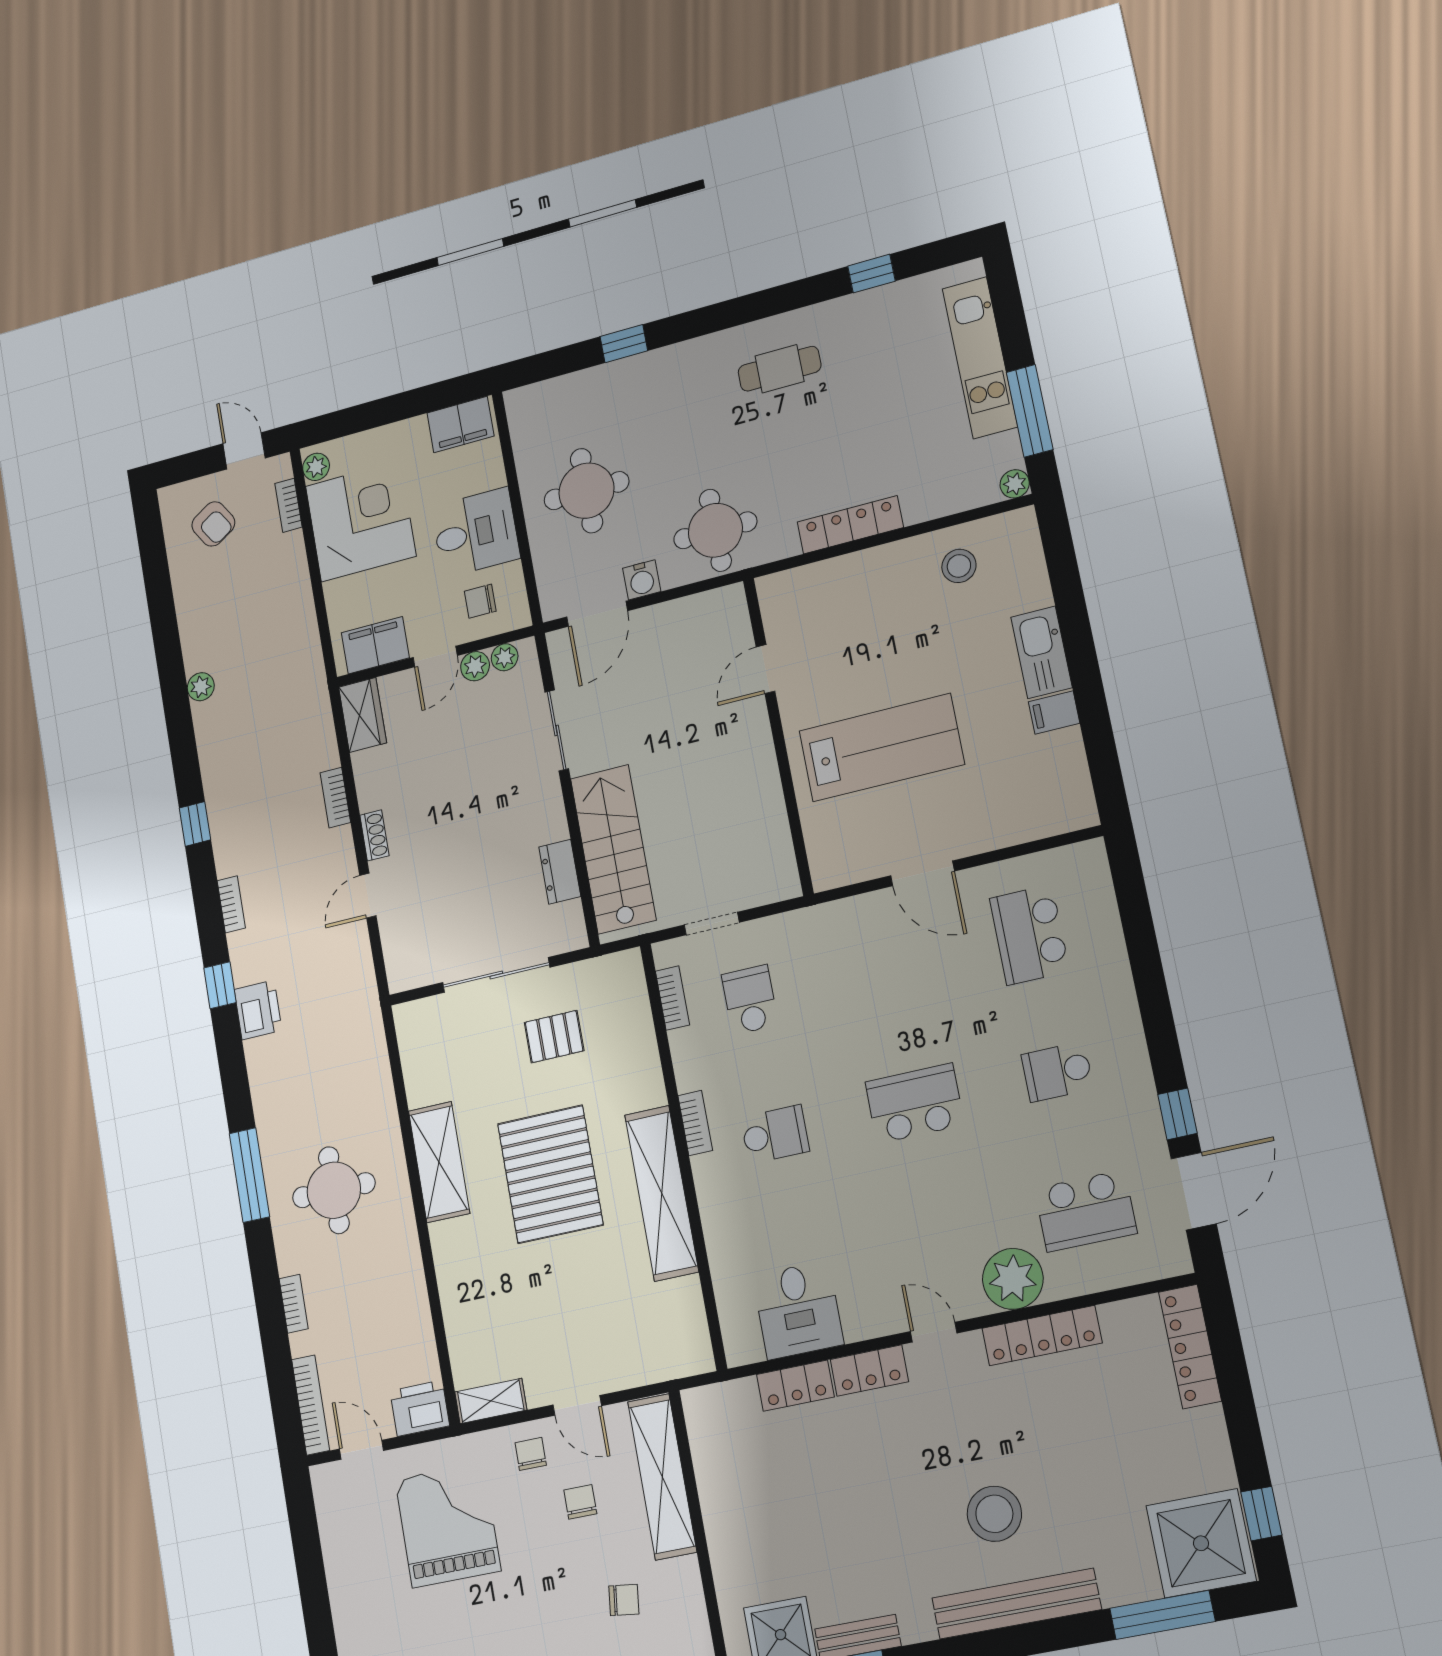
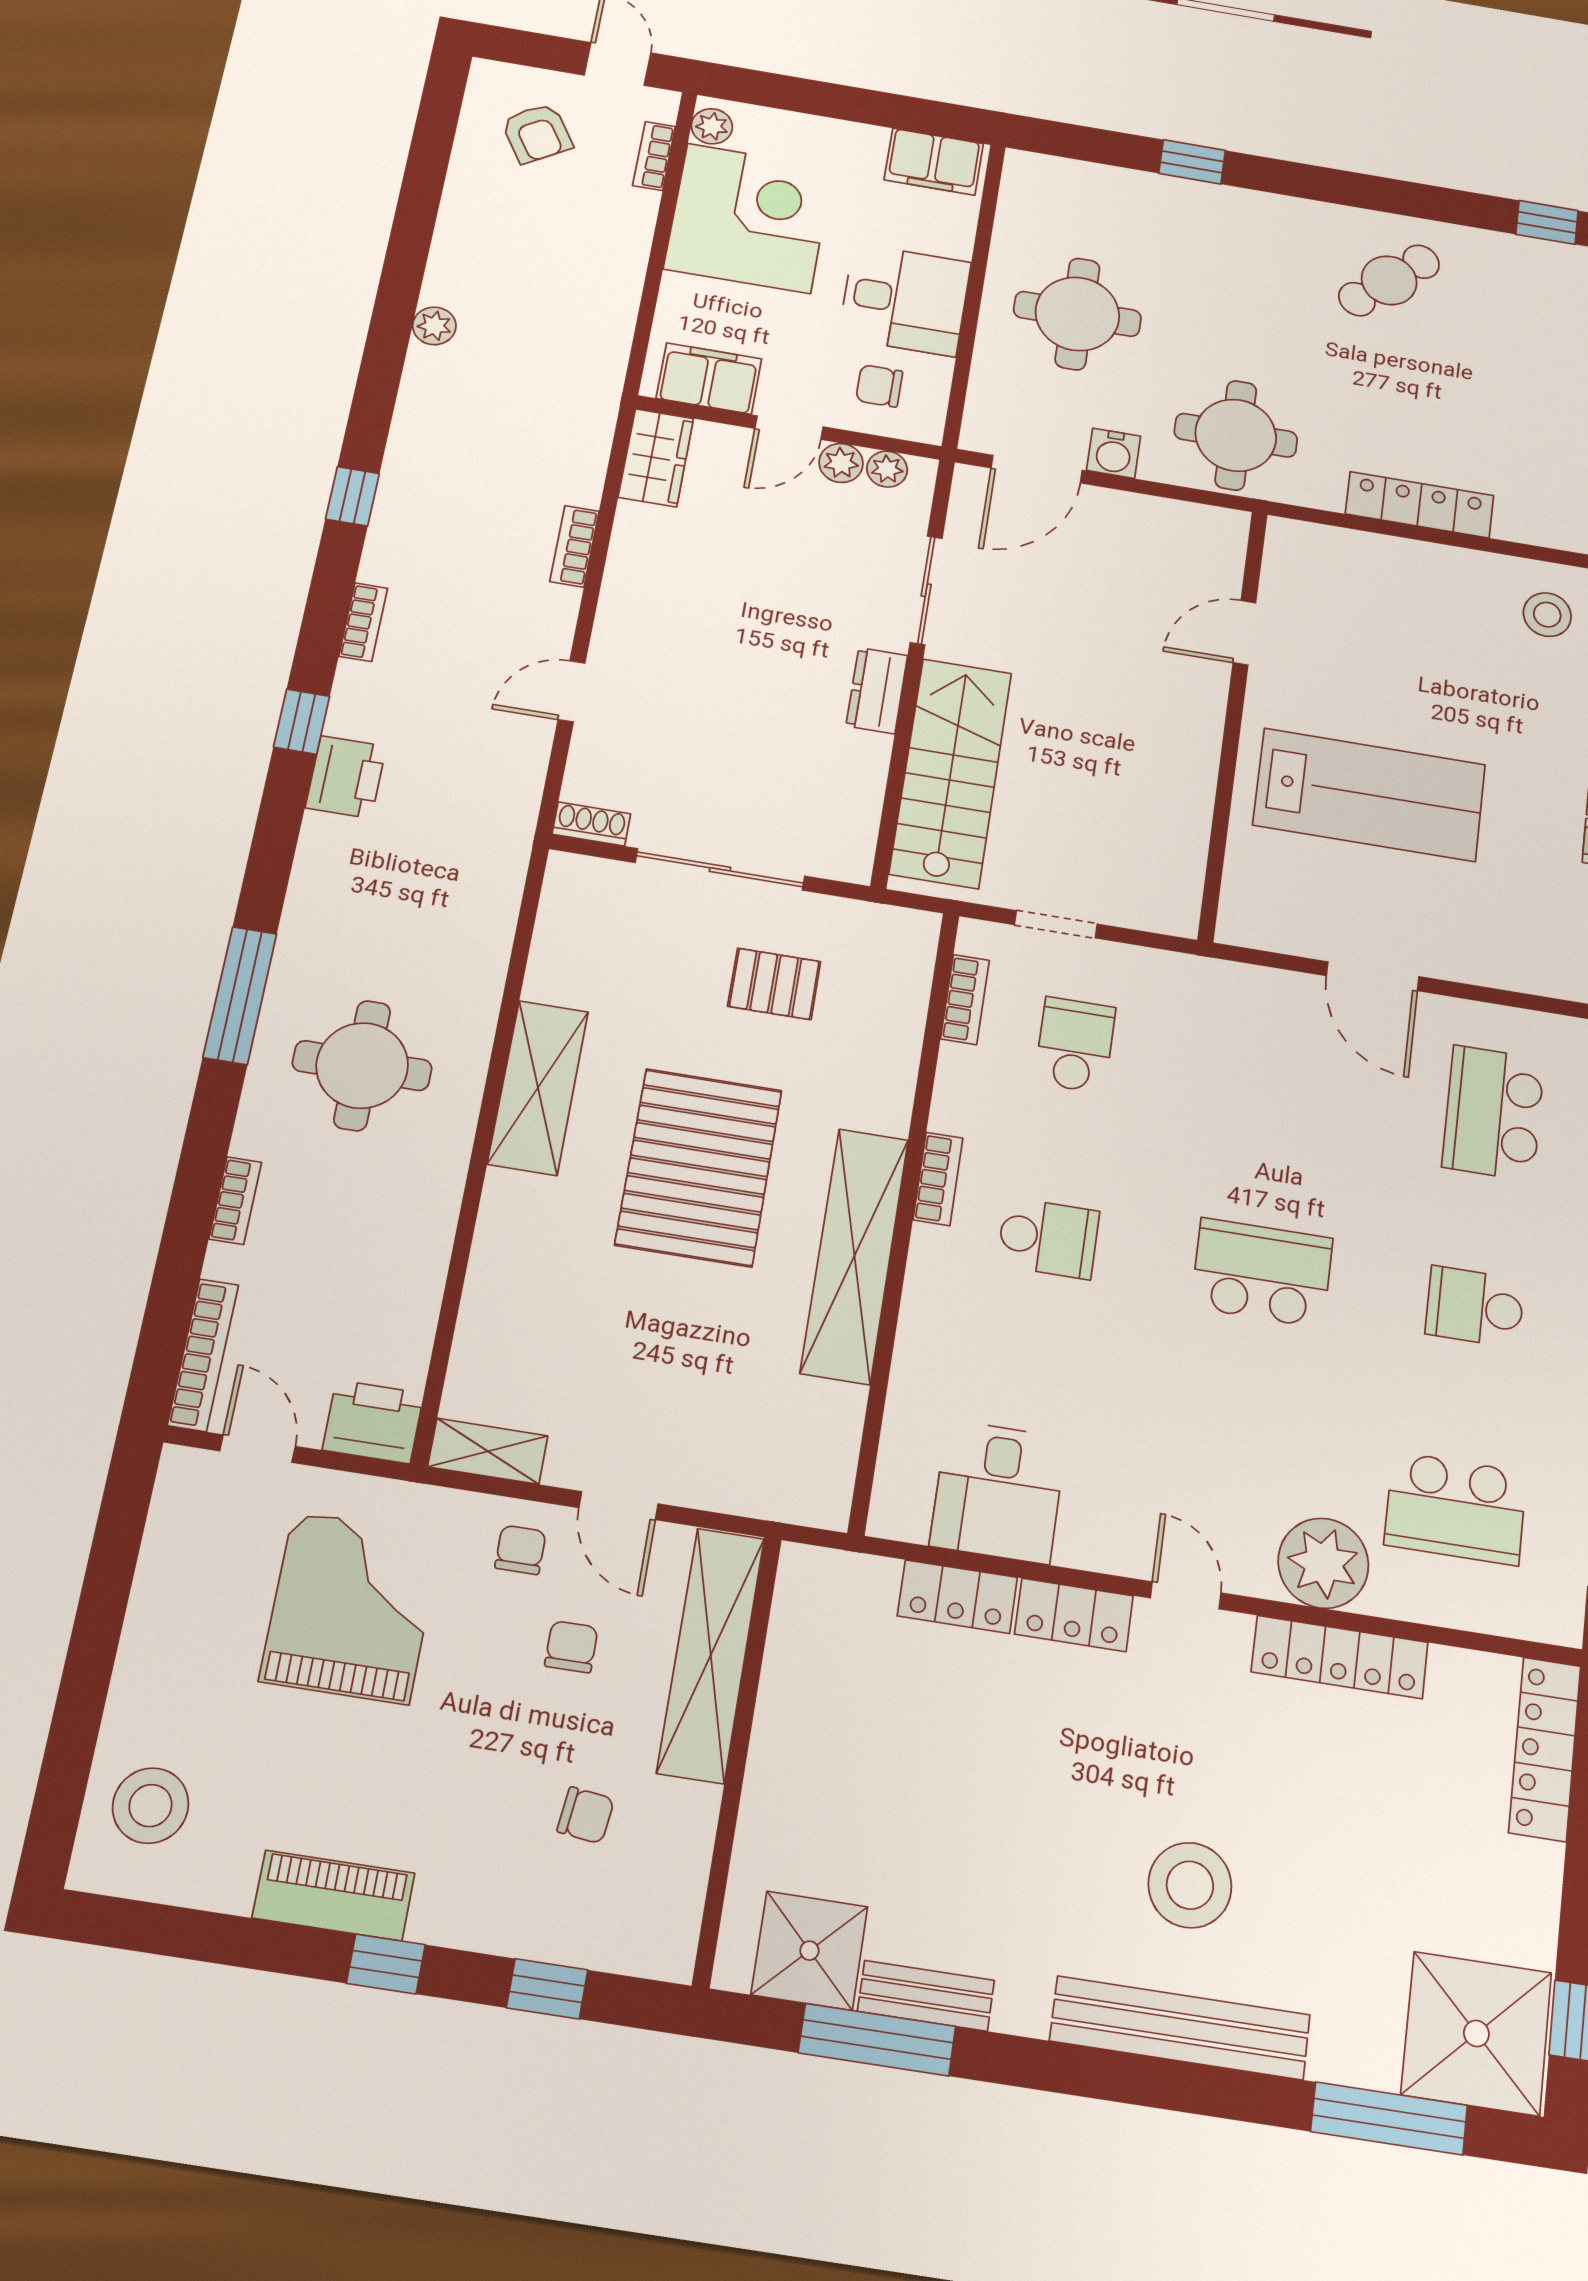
cafe table: (780, 369) -> (1389, 280), turned -43
shoe rack: (374, 835) -> (591, 824), moved, turned -90
dresser: (560, 872) -> (877, 691), moved

